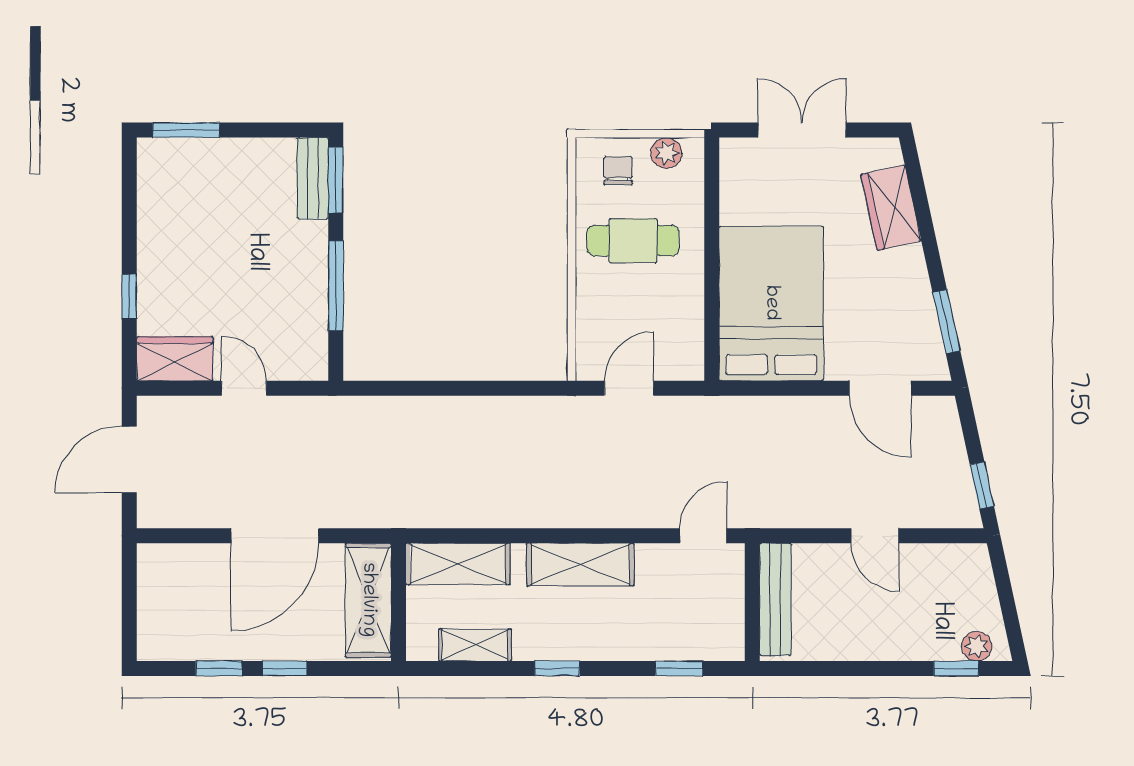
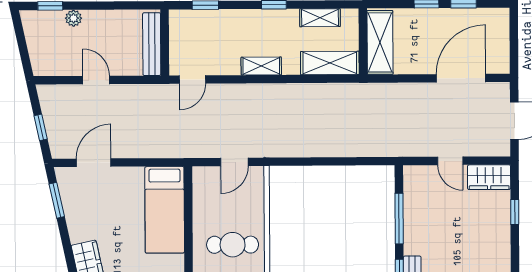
bed: (771, 303) -> (165, 210), width x0.67
door: (880, 388) -> (94, 163), hinge flipped
window: (982, 485) -> (41, 127), moved
door: (275, 536) -> (461, 78), moved
shelving: (580, 564) -> (261, 66), width x0.67, depth x0.75
plant: (977, 646) -> (73, 18), moved

